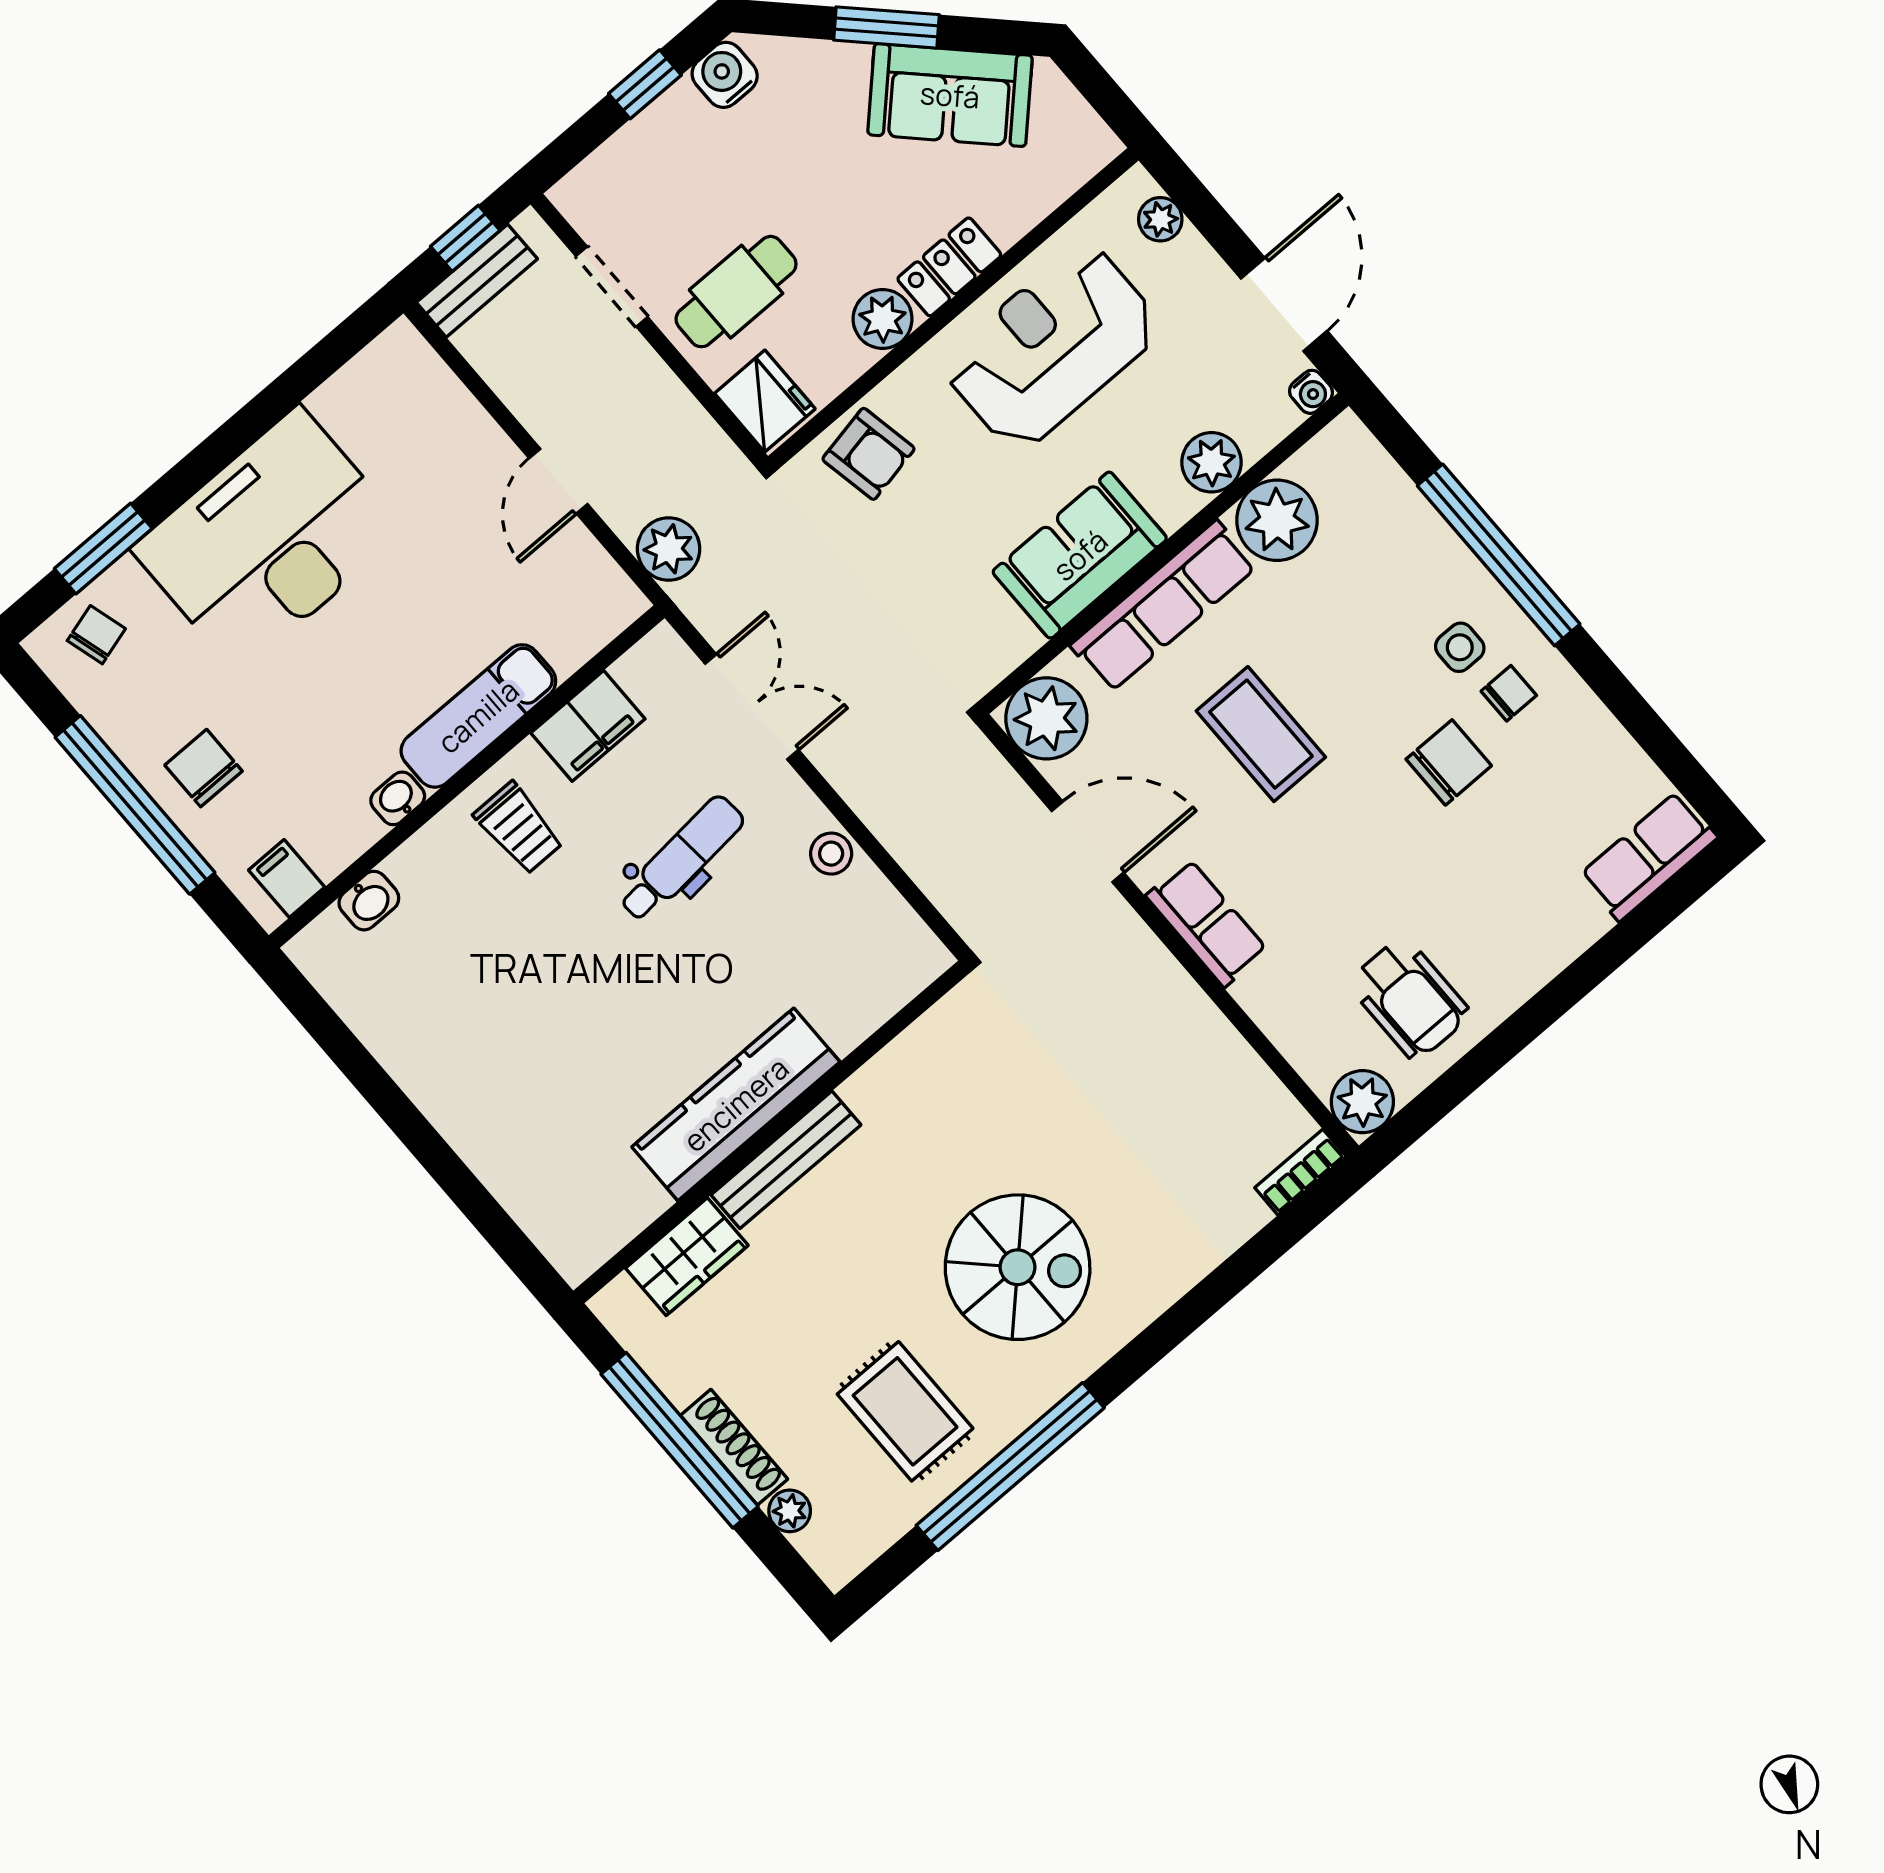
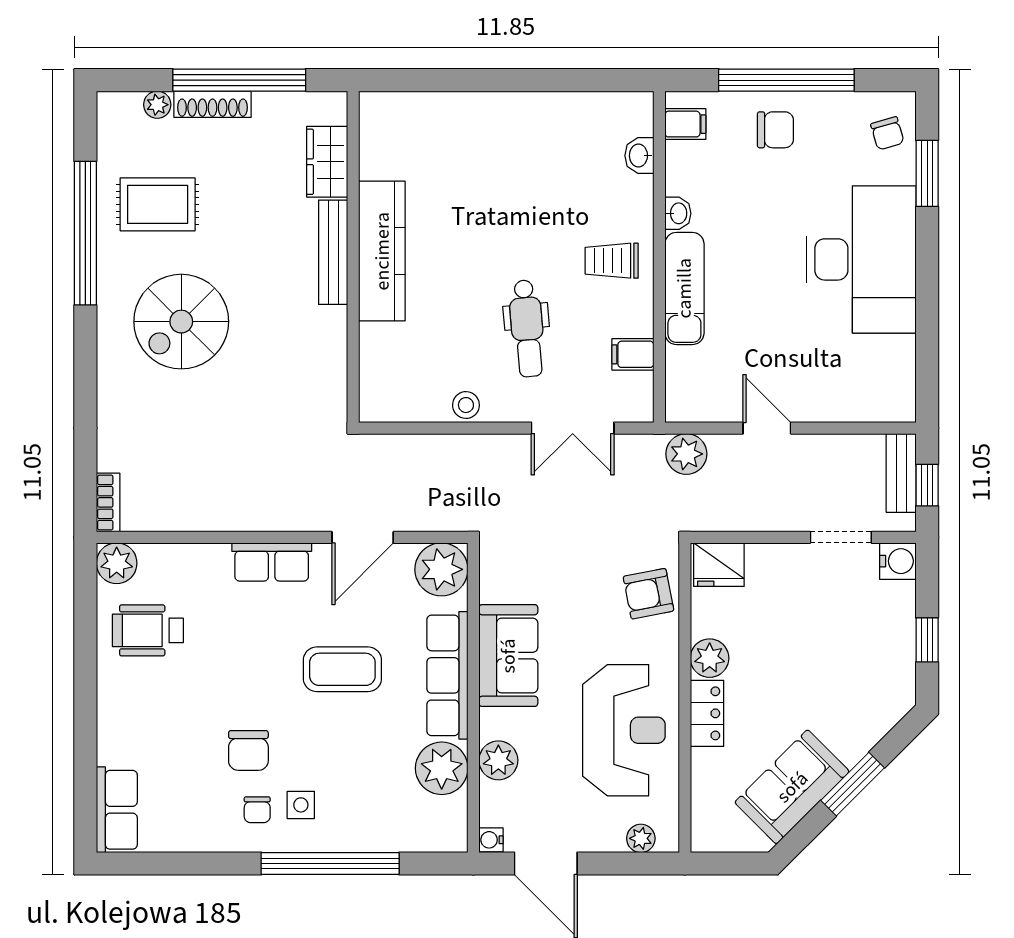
water cooler: (725, 75) -> (898, 561), moved
cafe table: (736, 292) -> (785, 597), removed
filing cabinet: (588, 726) -> (633, 354), width x0.50

